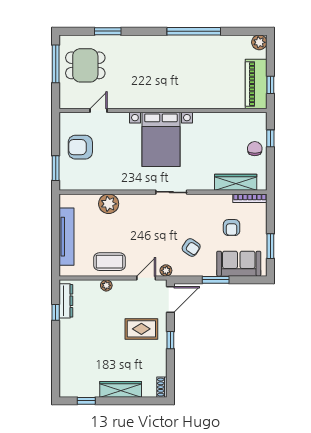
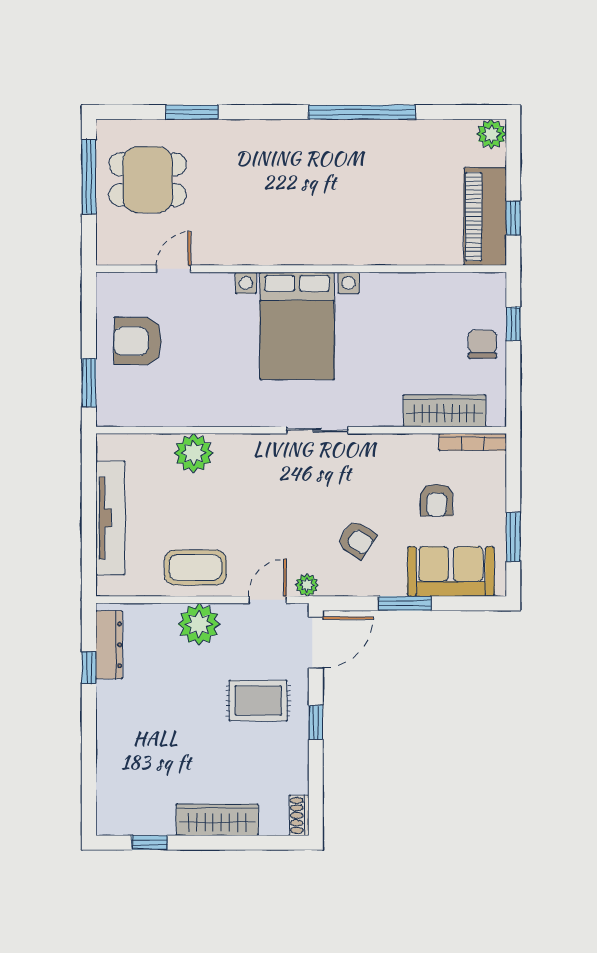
plant: (106, 285) -> (199, 624), width x1.88, depth x1.88

